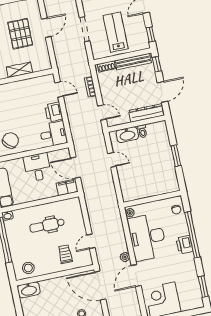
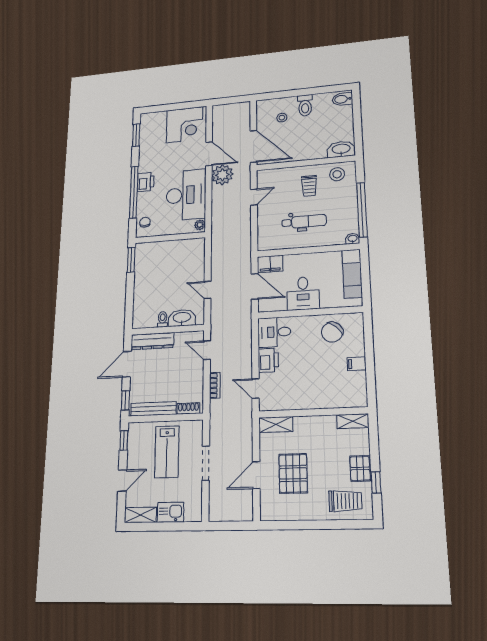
shelving: (19, 70) -> (276, 425), moved
window: (176, 156) -> (131, 260), moved
trolley: (65, 254) -> (309, 186), moved
plant: (125, 257) -> (222, 175), width x1.88, depth x1.88
door: (136, 275) -> (209, 154), hinge flipped

